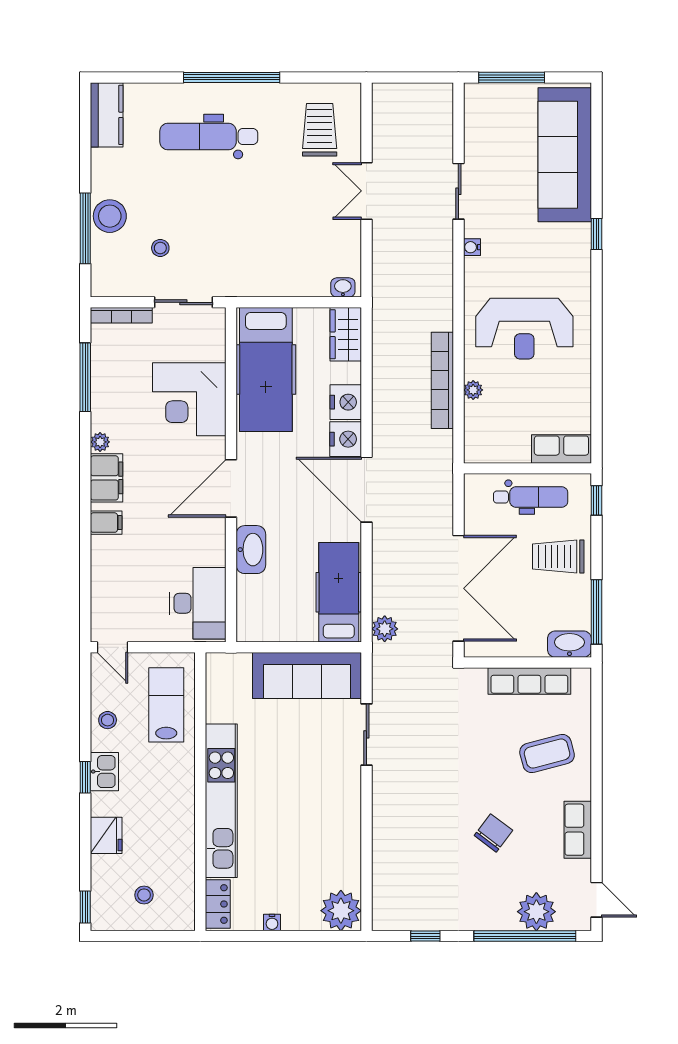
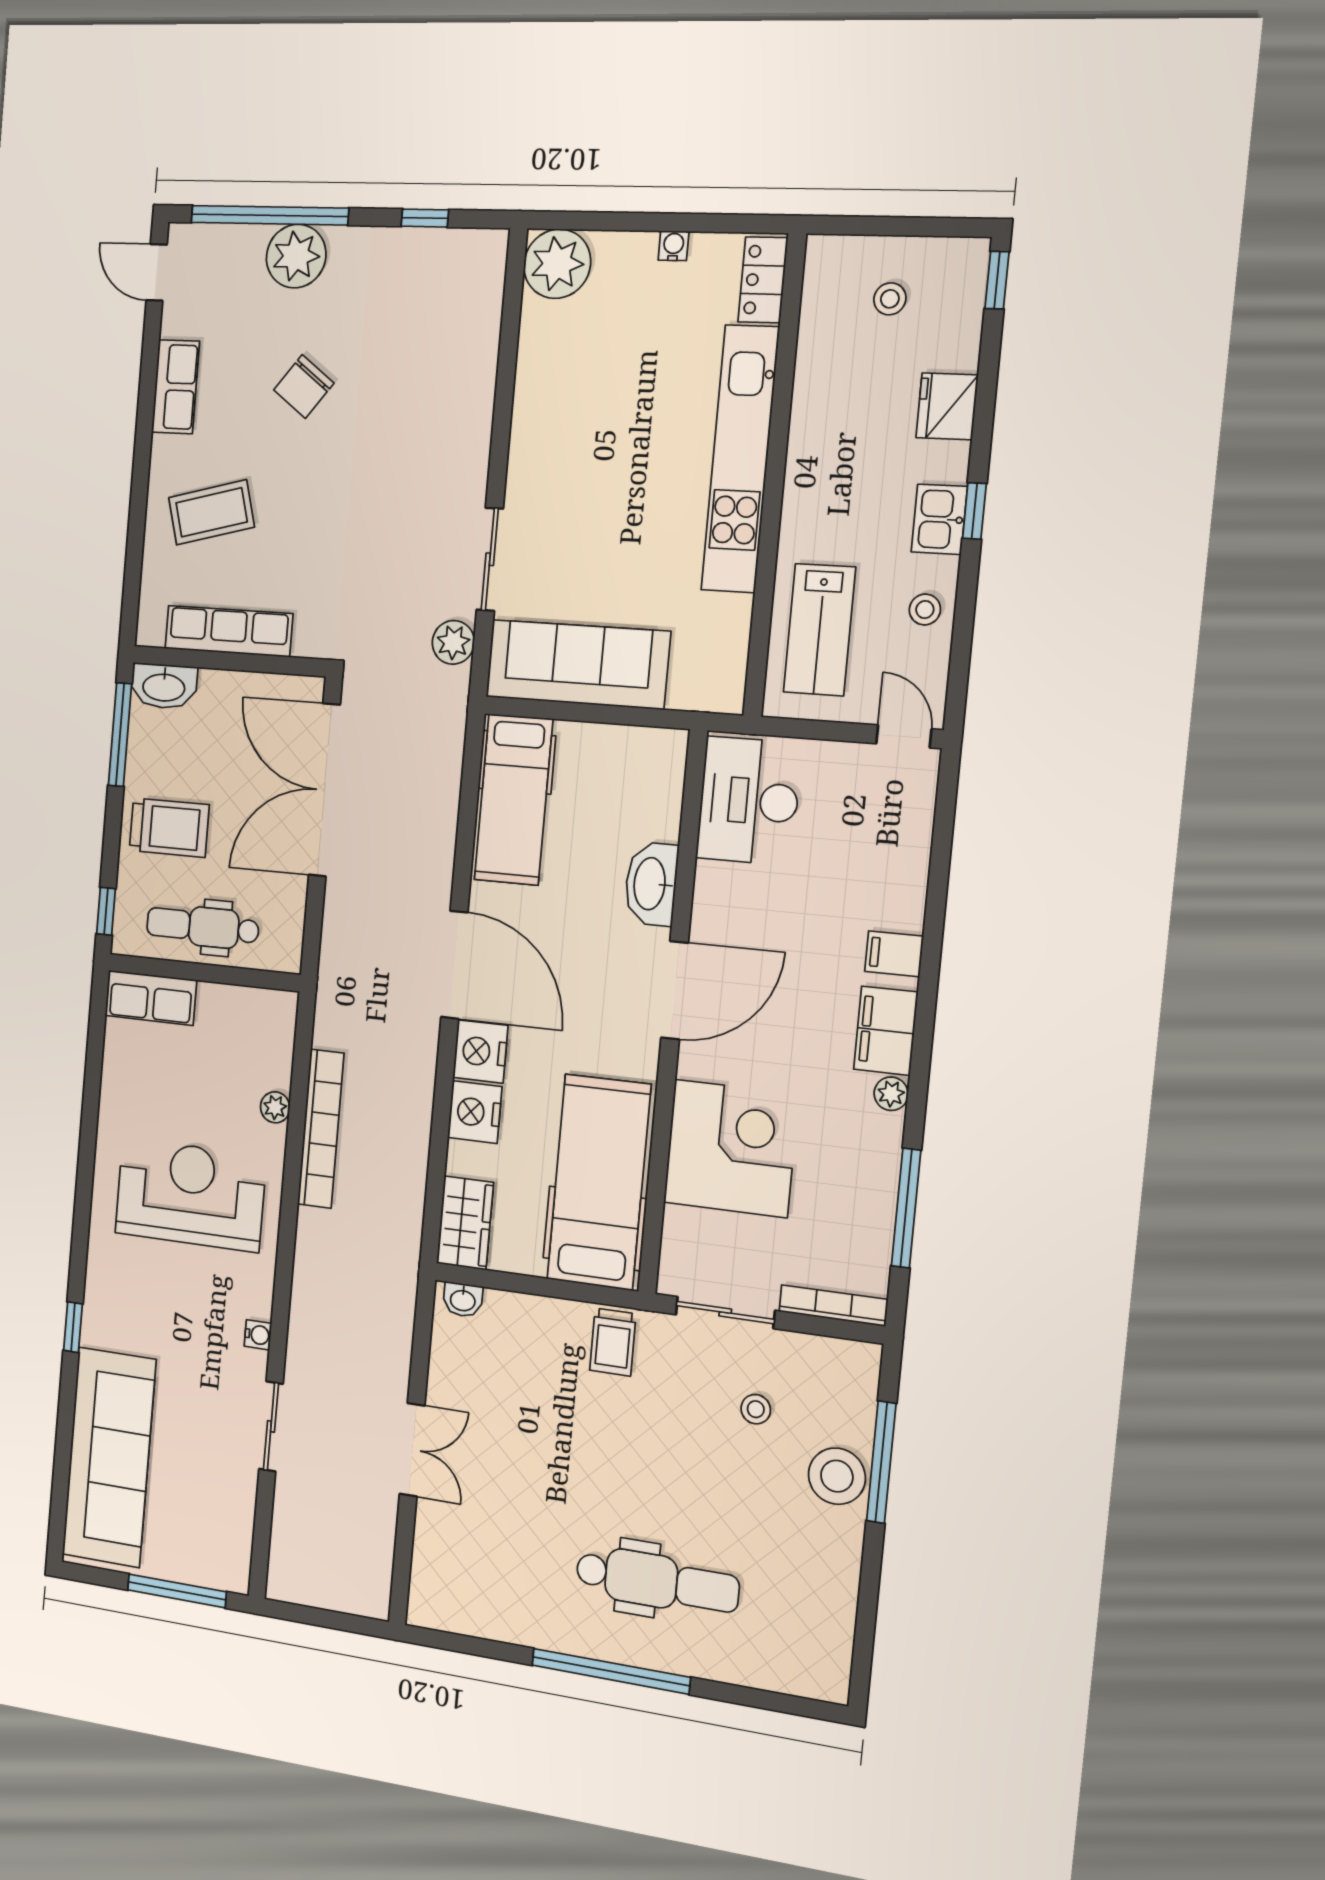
kitchen counter: (107, 115) -> (826, 1647), removed
trolley: (320, 130) -> (613, 1342), moved, width x0.73, depth x0.72
plant: (385, 629) -> (453, 642), moved
plant: (536, 912) -> (296, 256), moved

